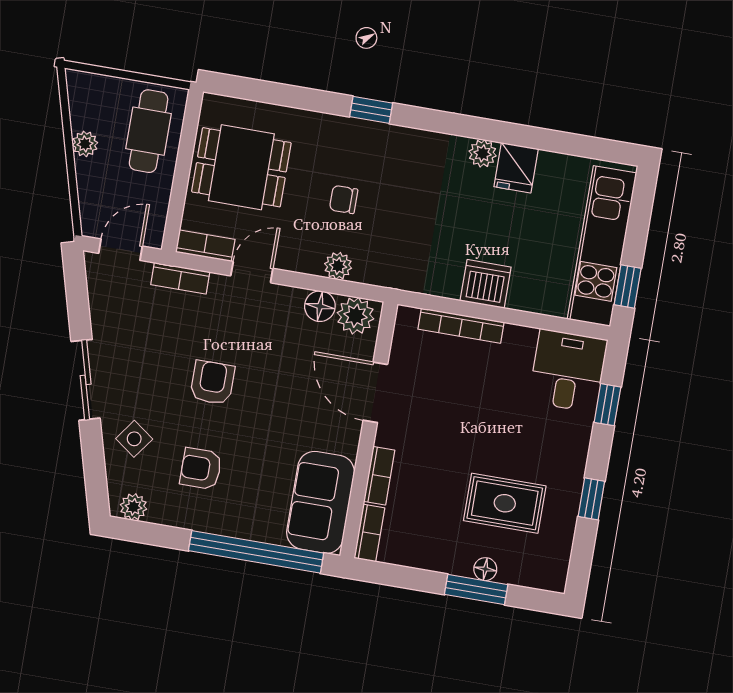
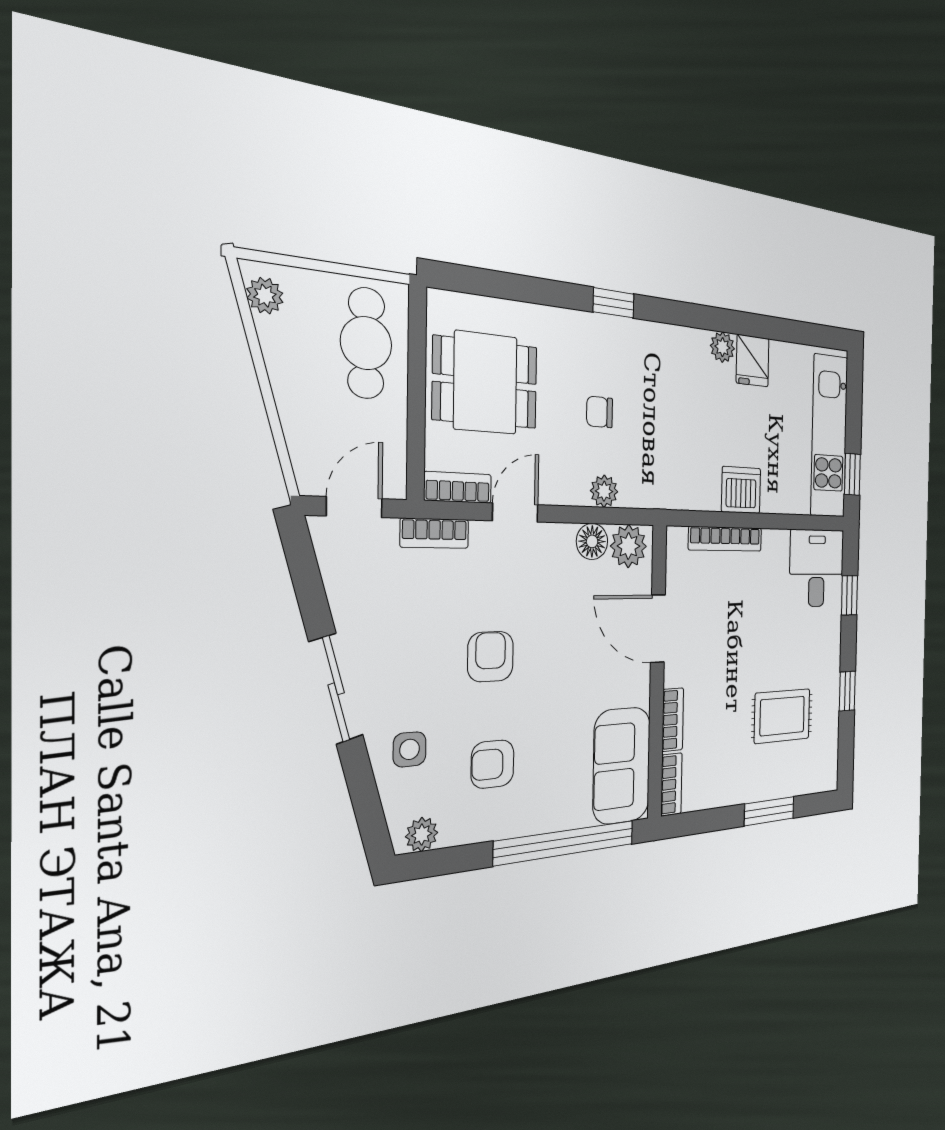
plant: (85, 144) -> (265, 296), moved
side table: (134, 439) -> (410, 749), turned -36
floor lamp: (485, 569) -> (774, 788), removed

